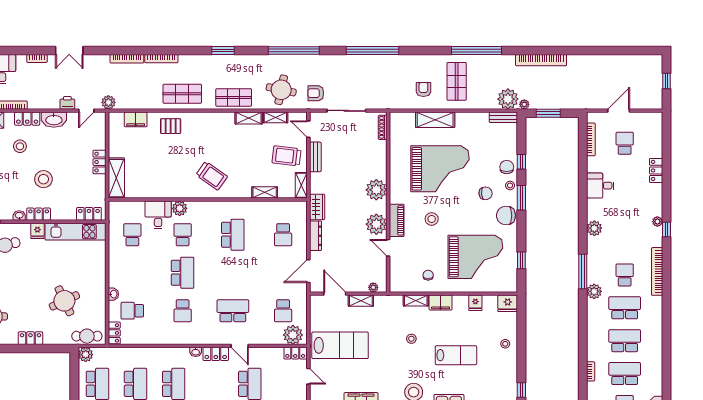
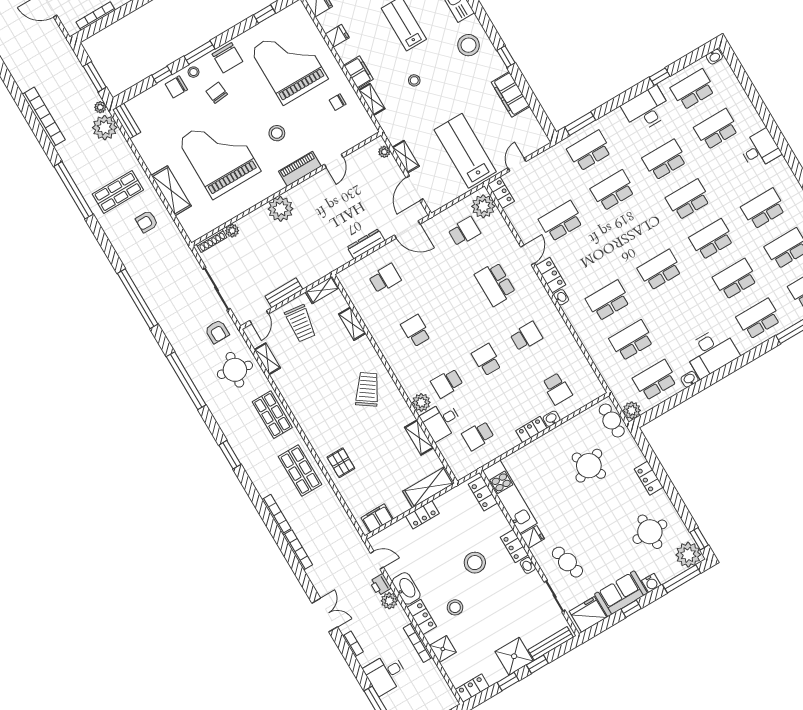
plant: (108, 102) -> (389, 601), moved
shelving: (249, 118) -> (419, 438), moved
filing cabinet: (136, 119) -> (377, 518), moved, turned -90
wardrobe: (317, 207) -> (335, 260), removed
plant: (376, 224) -> (232, 231), moved, width x0.53, depth x0.53
school desk: (233, 235) -> (416, 331), width x0.54
school desk: (183, 273) -> (487, 360), width x0.54
locker: (114, 333) -> (531, 430), moved

